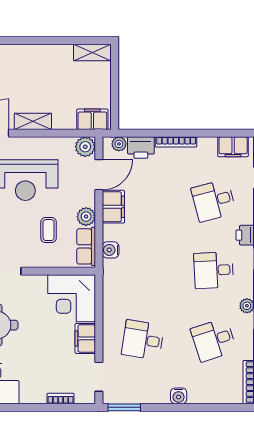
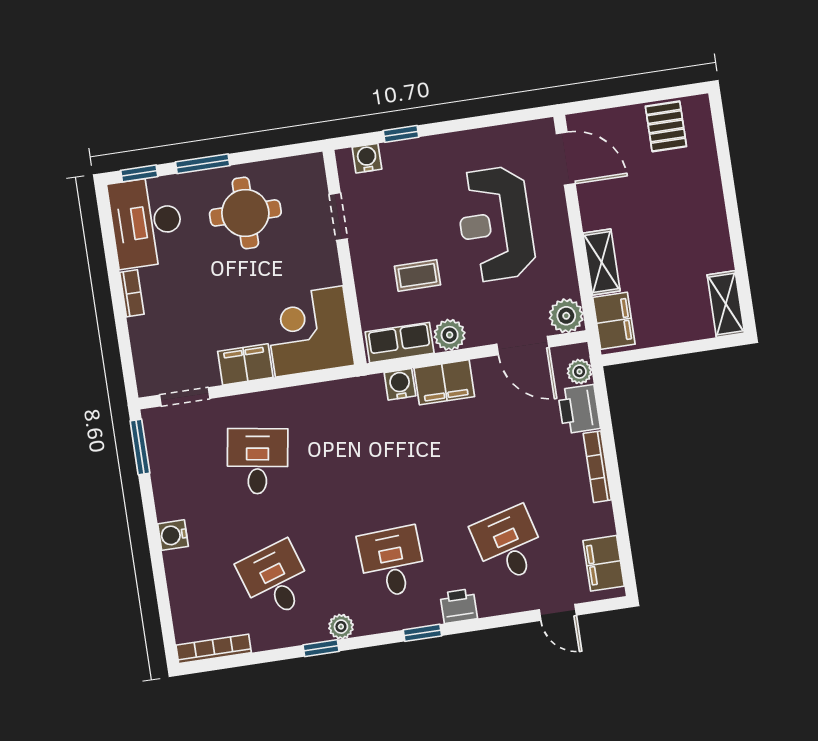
shelving: (33, 121) -> (602, 262), moved
filing cabinet: (113, 207) -> (444, 382), moved
bookcase: (61, 398) -> (132, 293), moved

